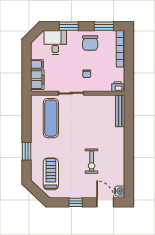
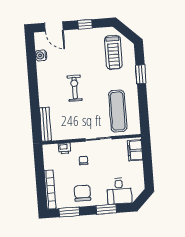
filing cabinet: (37, 64) -> (137, 166), removed
printer: (117, 87) -> (65, 148), moved
exercise bike: (92, 161) -> (75, 88), moved
water cooler: (120, 191) -> (41, 55), moved

